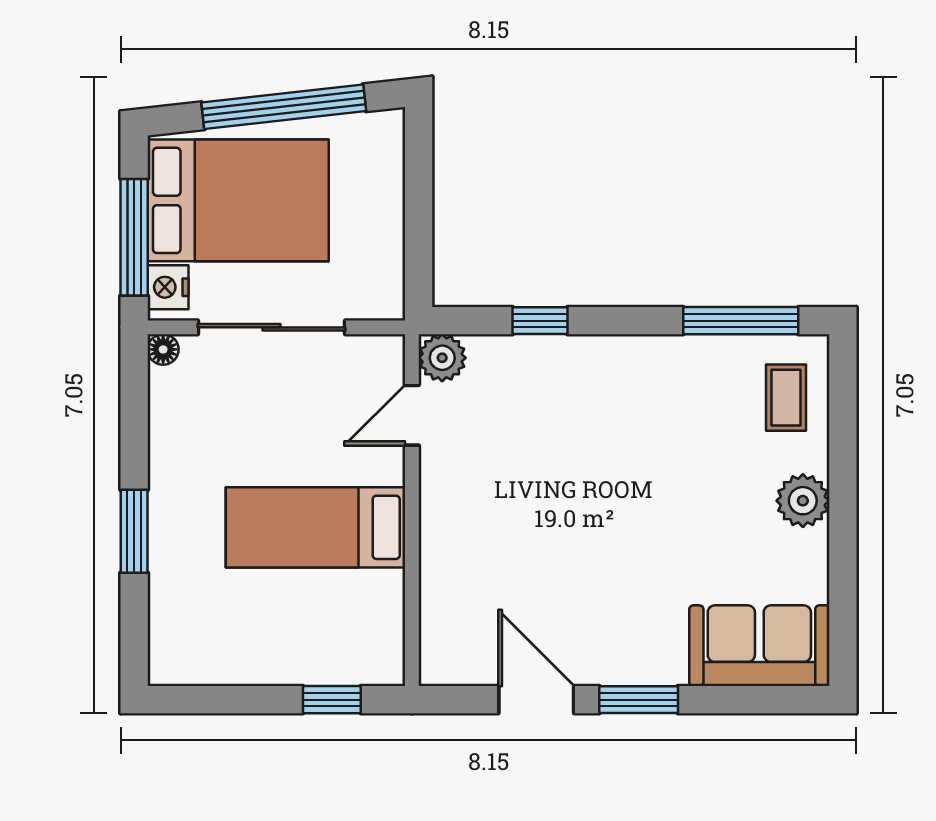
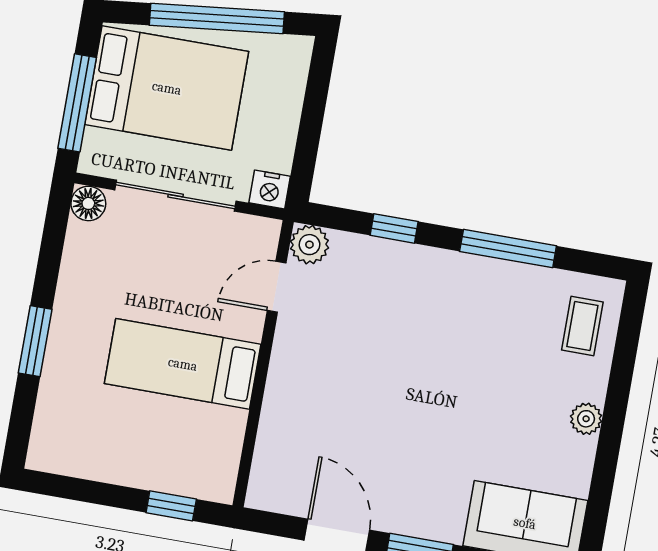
nightstand: (168, 287) -> (270, 190), moved, turned -90
window: (741, 321) -> (508, 249), moved
floor lamp: (163, 349) -> (88, 203), width x1.37, depth x1.37
plant: (803, 501) -> (586, 419), width x0.73, depth x0.73

